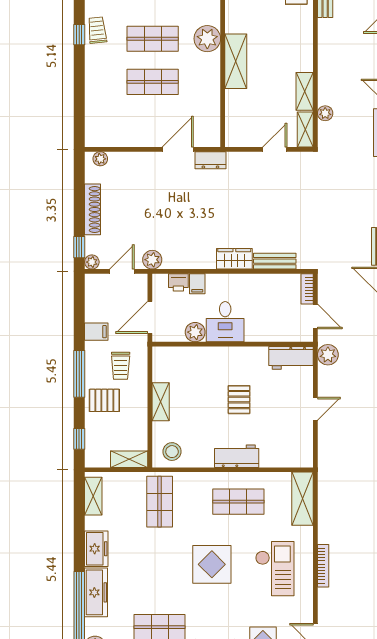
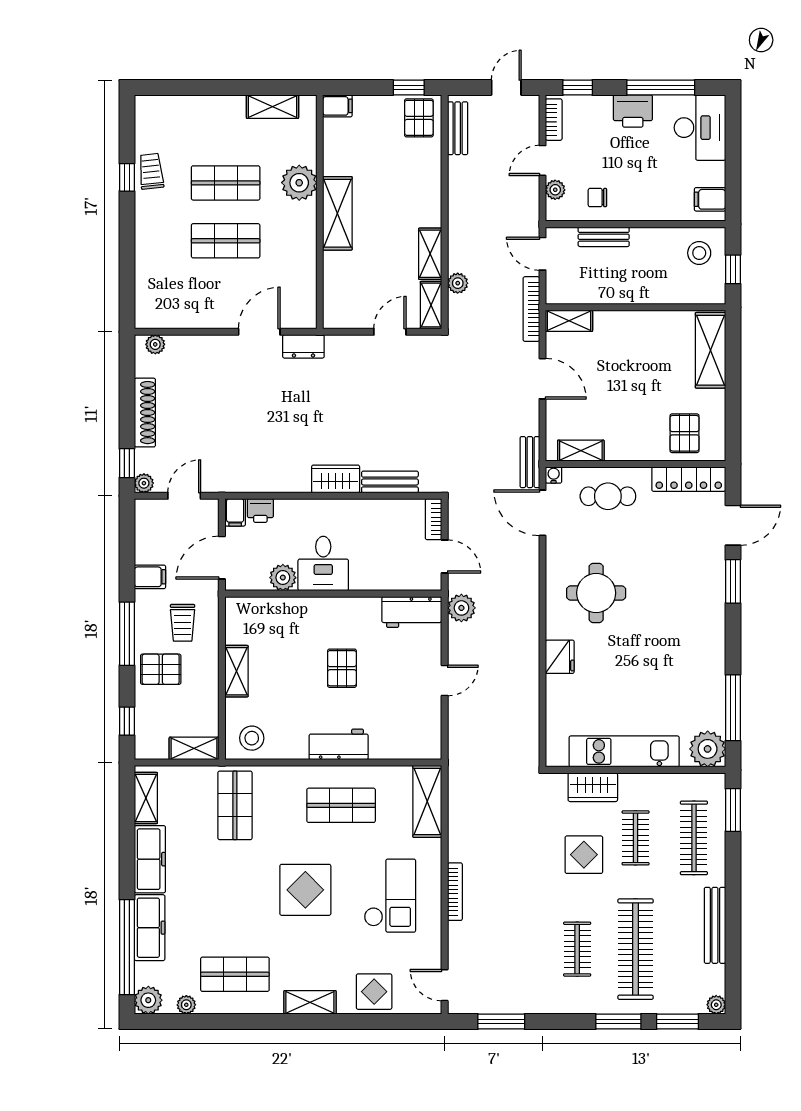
plant: (152, 260) -> (225, 480), removed
filing cabinet: (197, 284) -> (235, 512), moved
freezer: (96, 549) -> (150, 859), width x1.40

